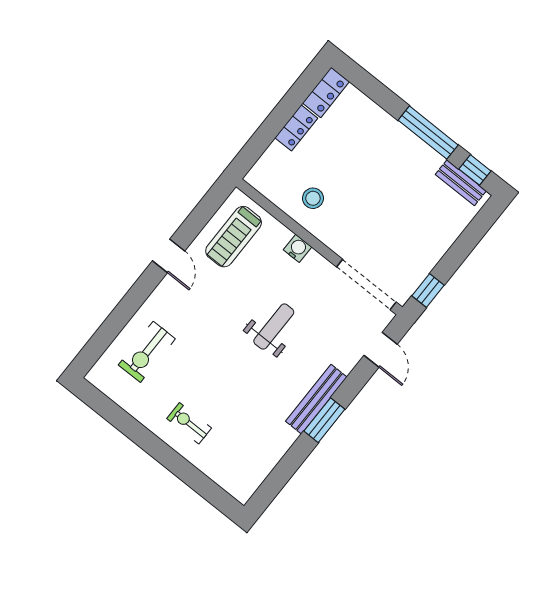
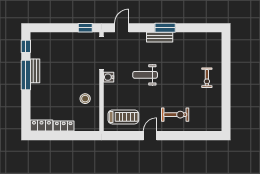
bench: (461, 183) -> (35, 71), moved
water cooler: (297, 248) -> (109, 77), moved
exercise bike: (147, 352) -> (175, 115), moved
bench: (316, 399) -> (160, 37), width x0.73

